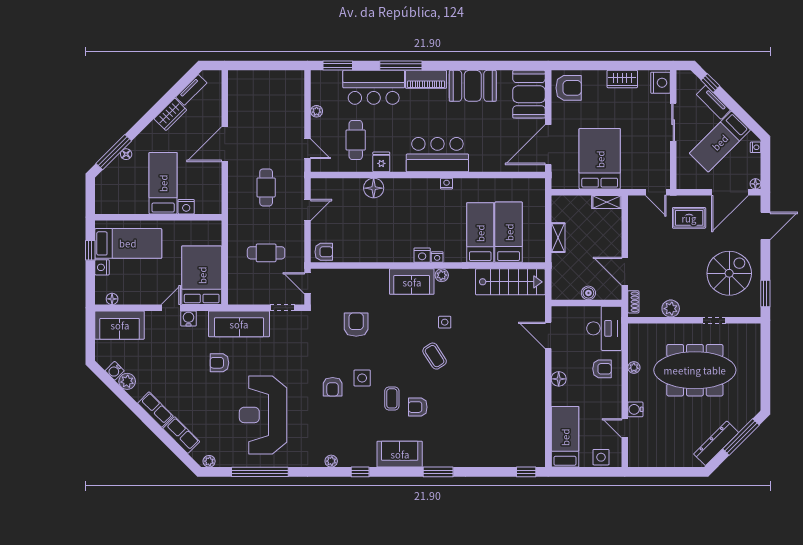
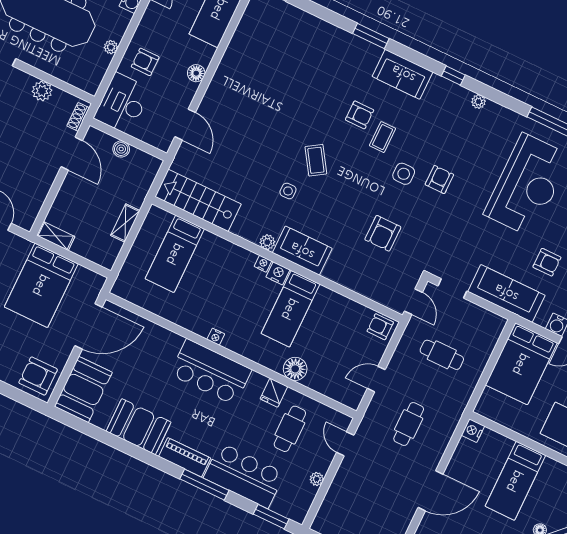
nightstand: (186, 207) -> (473, 431), moved, turned -90
bed: (480, 233) -> (290, 309), moved

